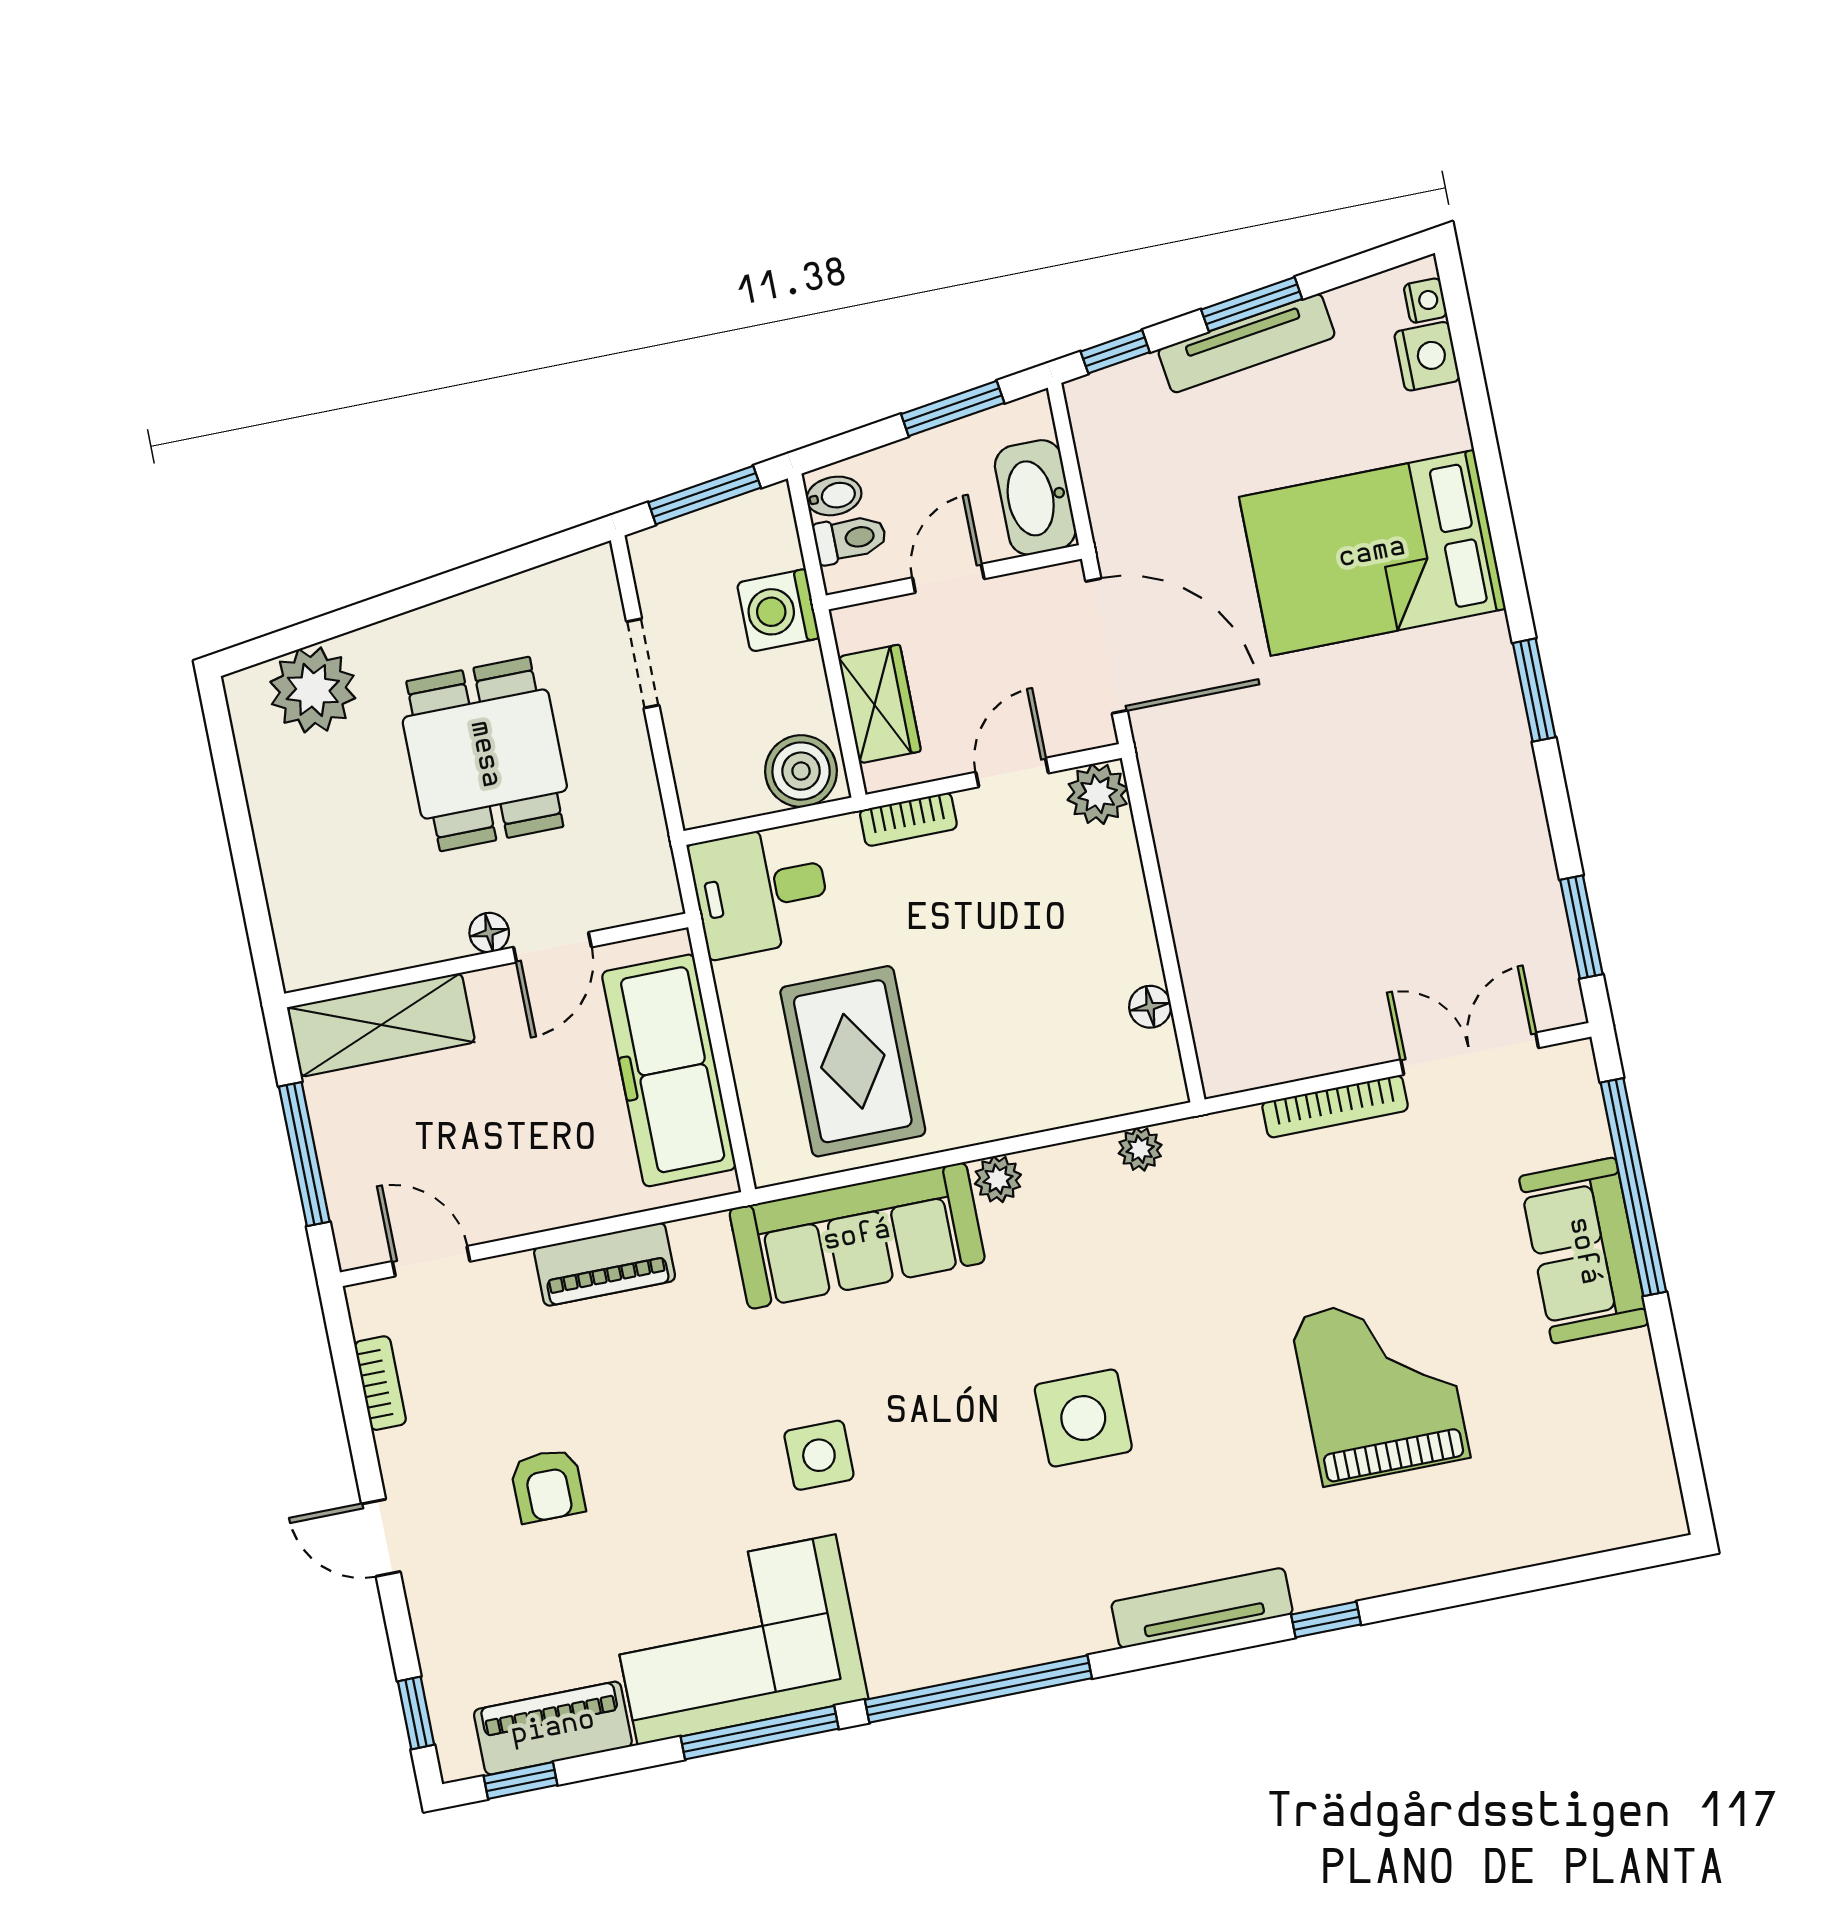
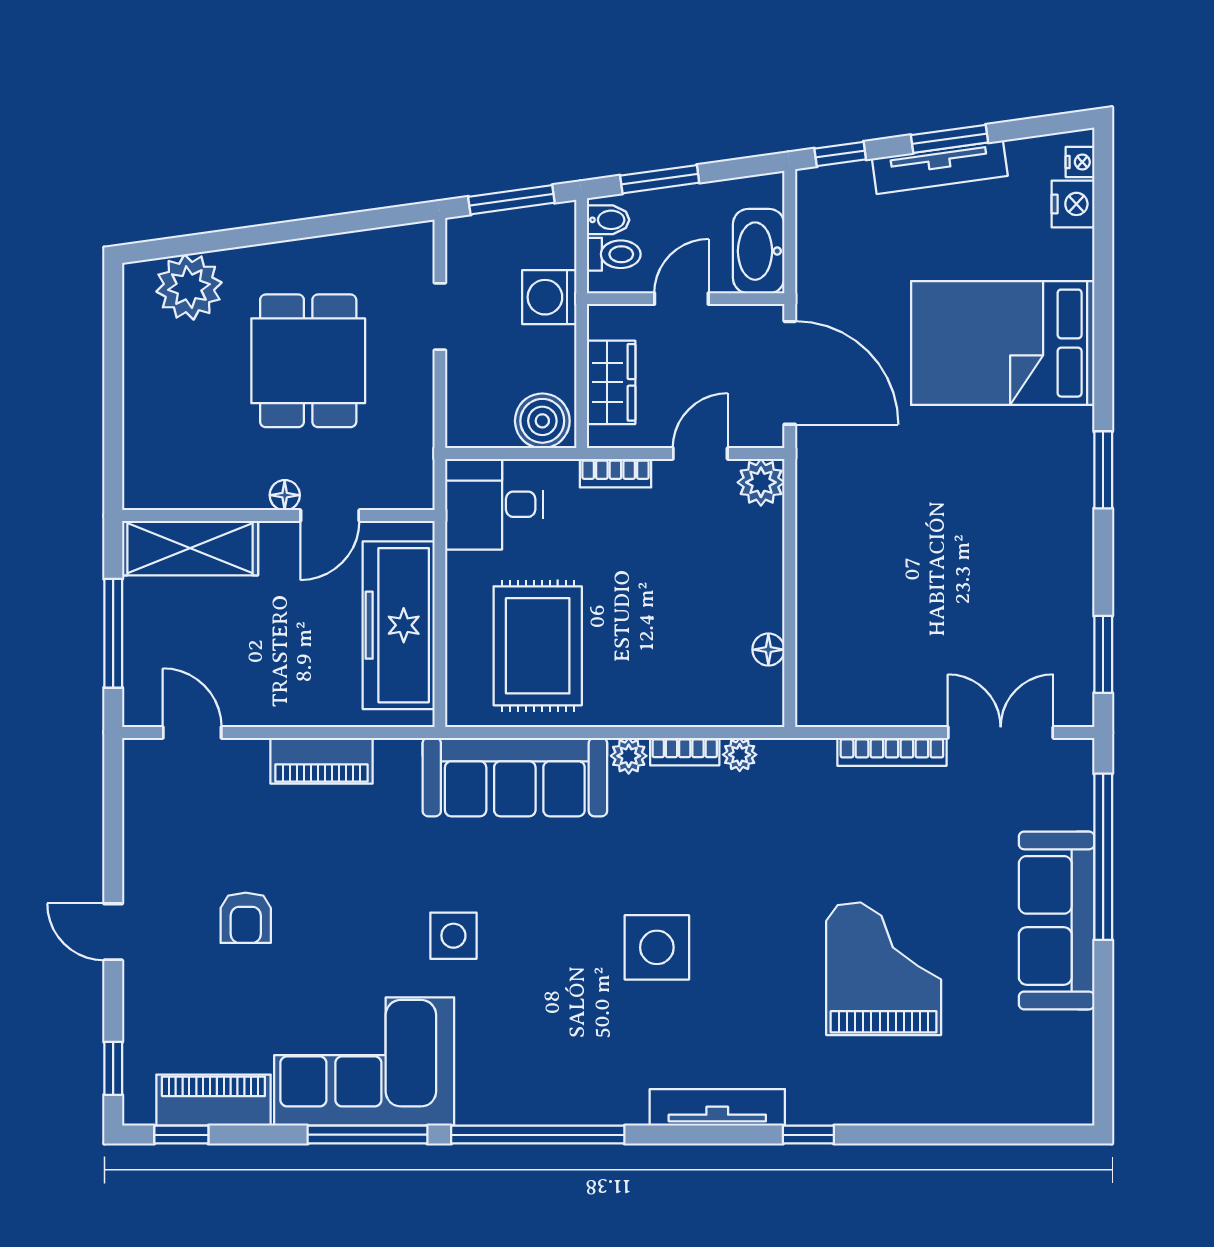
window: (953, 409) -> (660, 179), moved
sofa: (1584, 1251) -> (1057, 920), width x1.36
bookcase: (380, 1383) -> (685, 752), moved, turned 90

